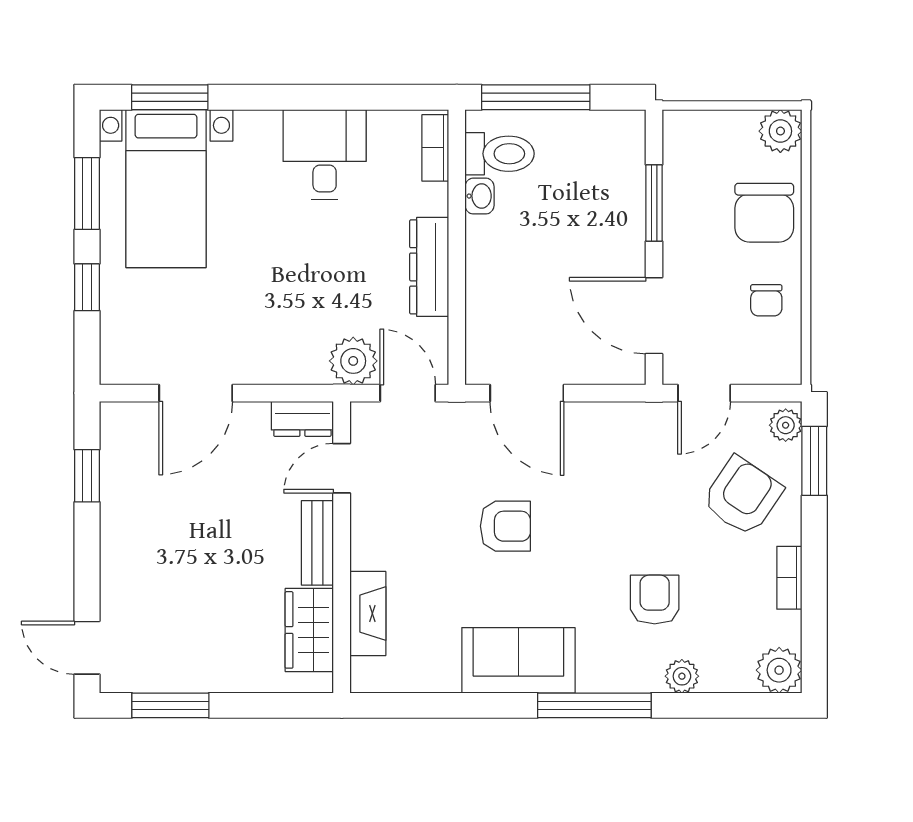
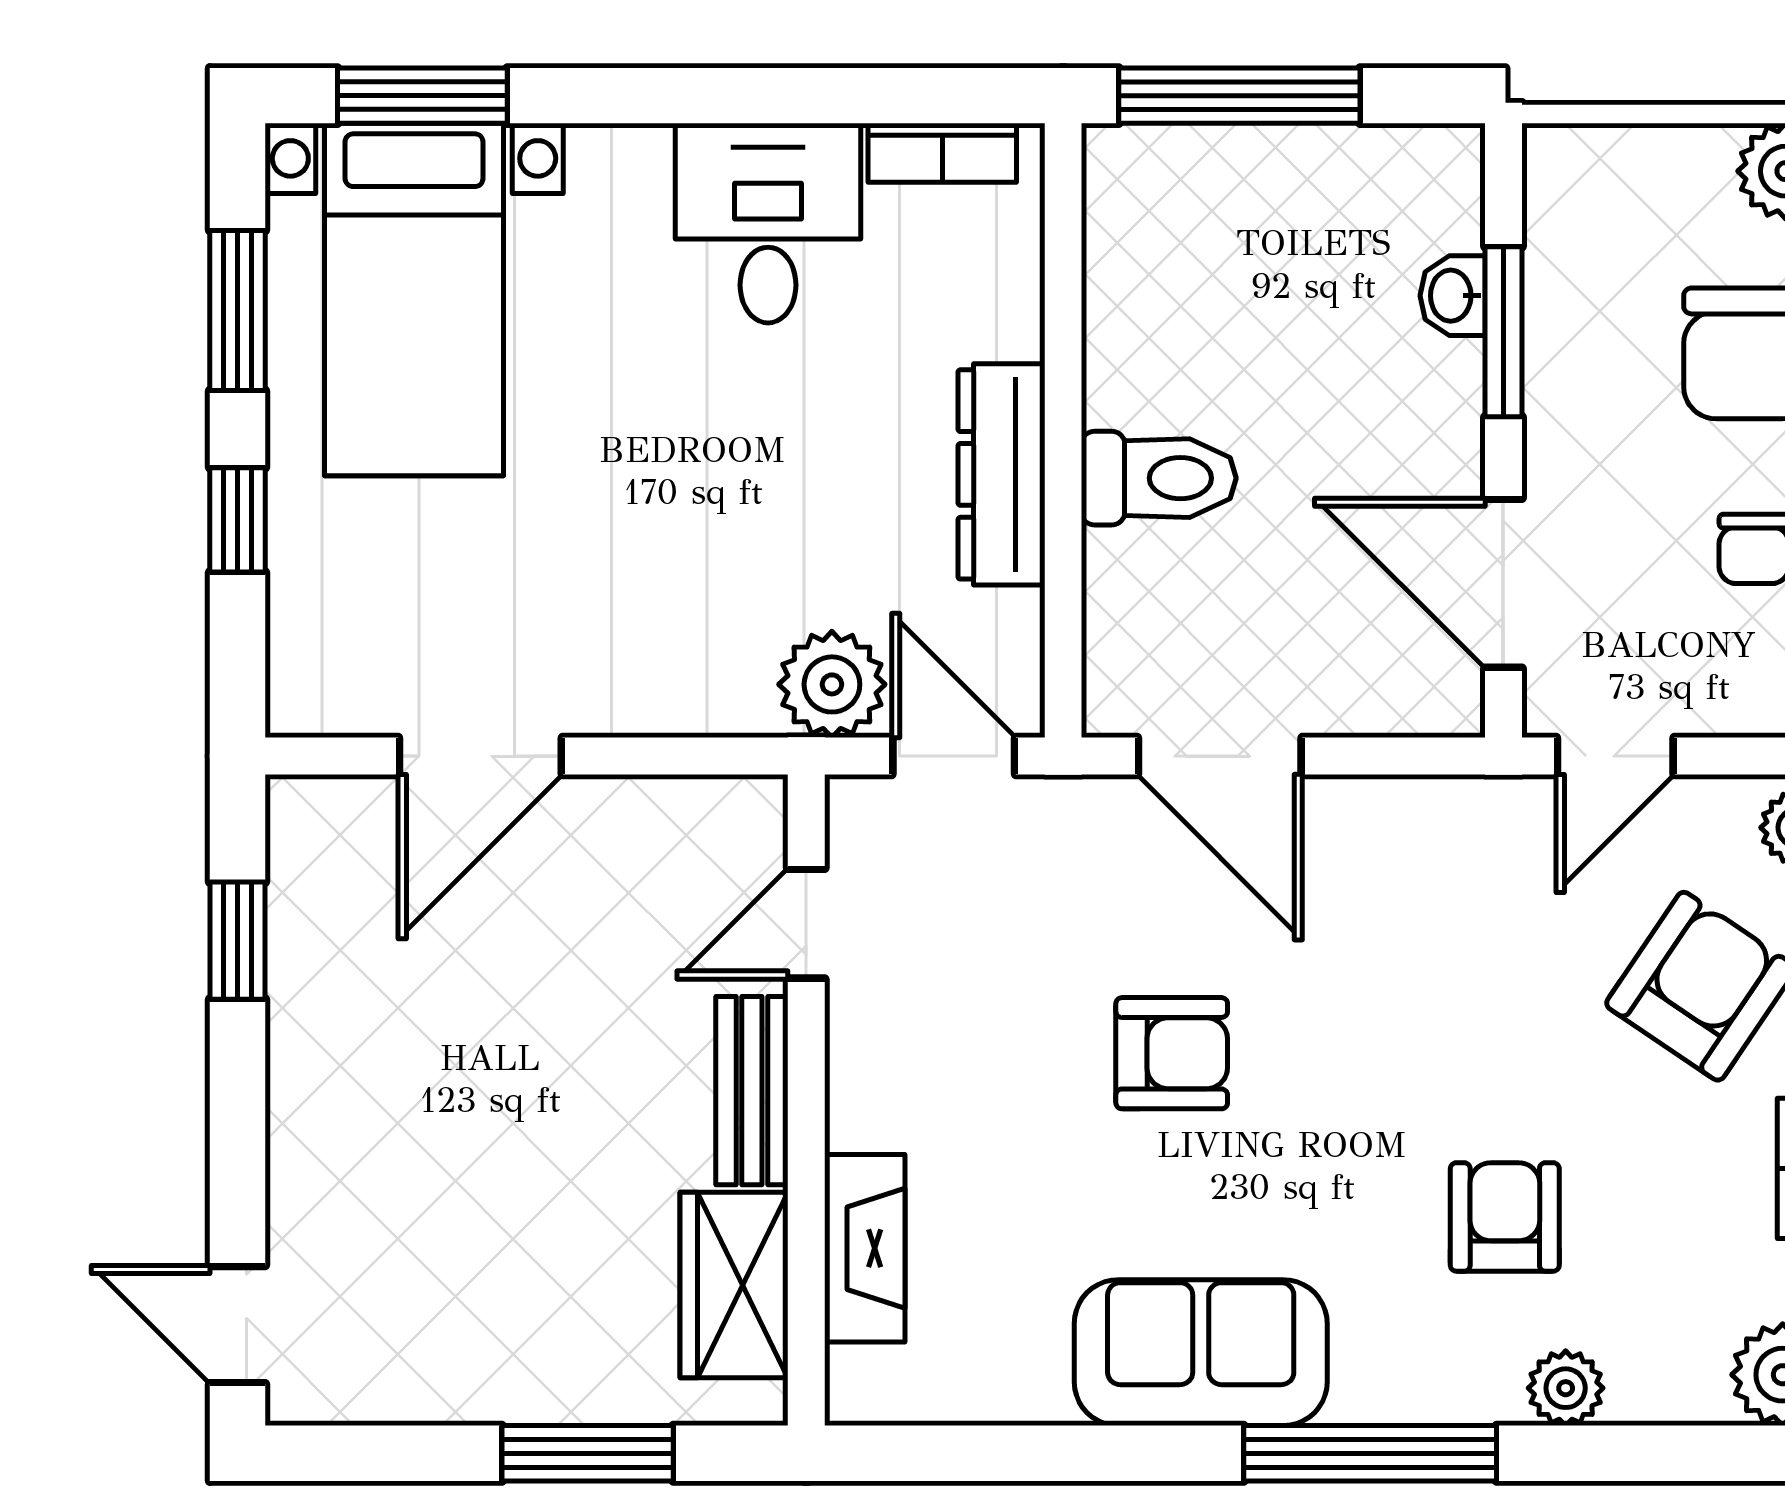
bookcase: (435, 148) -> (942, 153), moved, turned -90
toilet: (500, 154) -> (1159, 478), moved
washbasin: (480, 196) -> (1453, 296), moved, turned 180
dresser: (302, 419) -> (718, 814), removed
window: (170, 705) -> (588, 1453), moved

